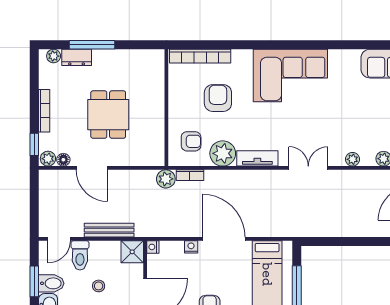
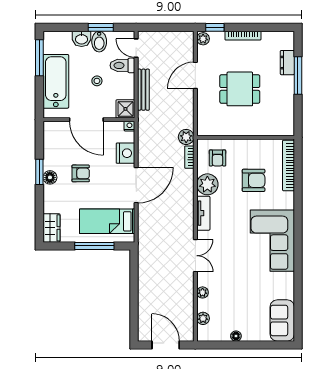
plant: (54, 56) -> (289, 43), removed
floor lamp: (63, 160) -> (202, 52), removed
nightstand: (191, 247) -> (125, 153), width x1.89, depth x1.79

